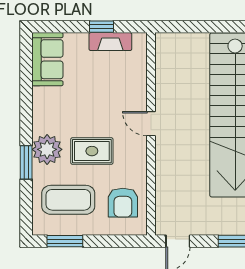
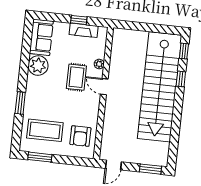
plant: (140, 90) -> (99, 64), added
plant: (47, 149) -> (38, 66), moved
rug: (92, 151) -> (76, 77), moved, turned 90

